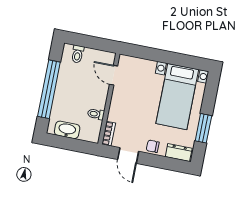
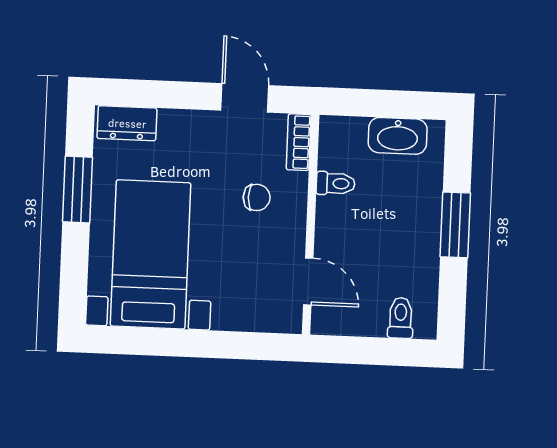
window: (49, 89) -> (455, 225), width x0.47
chair: (153, 146) -> (257, 197), moved

